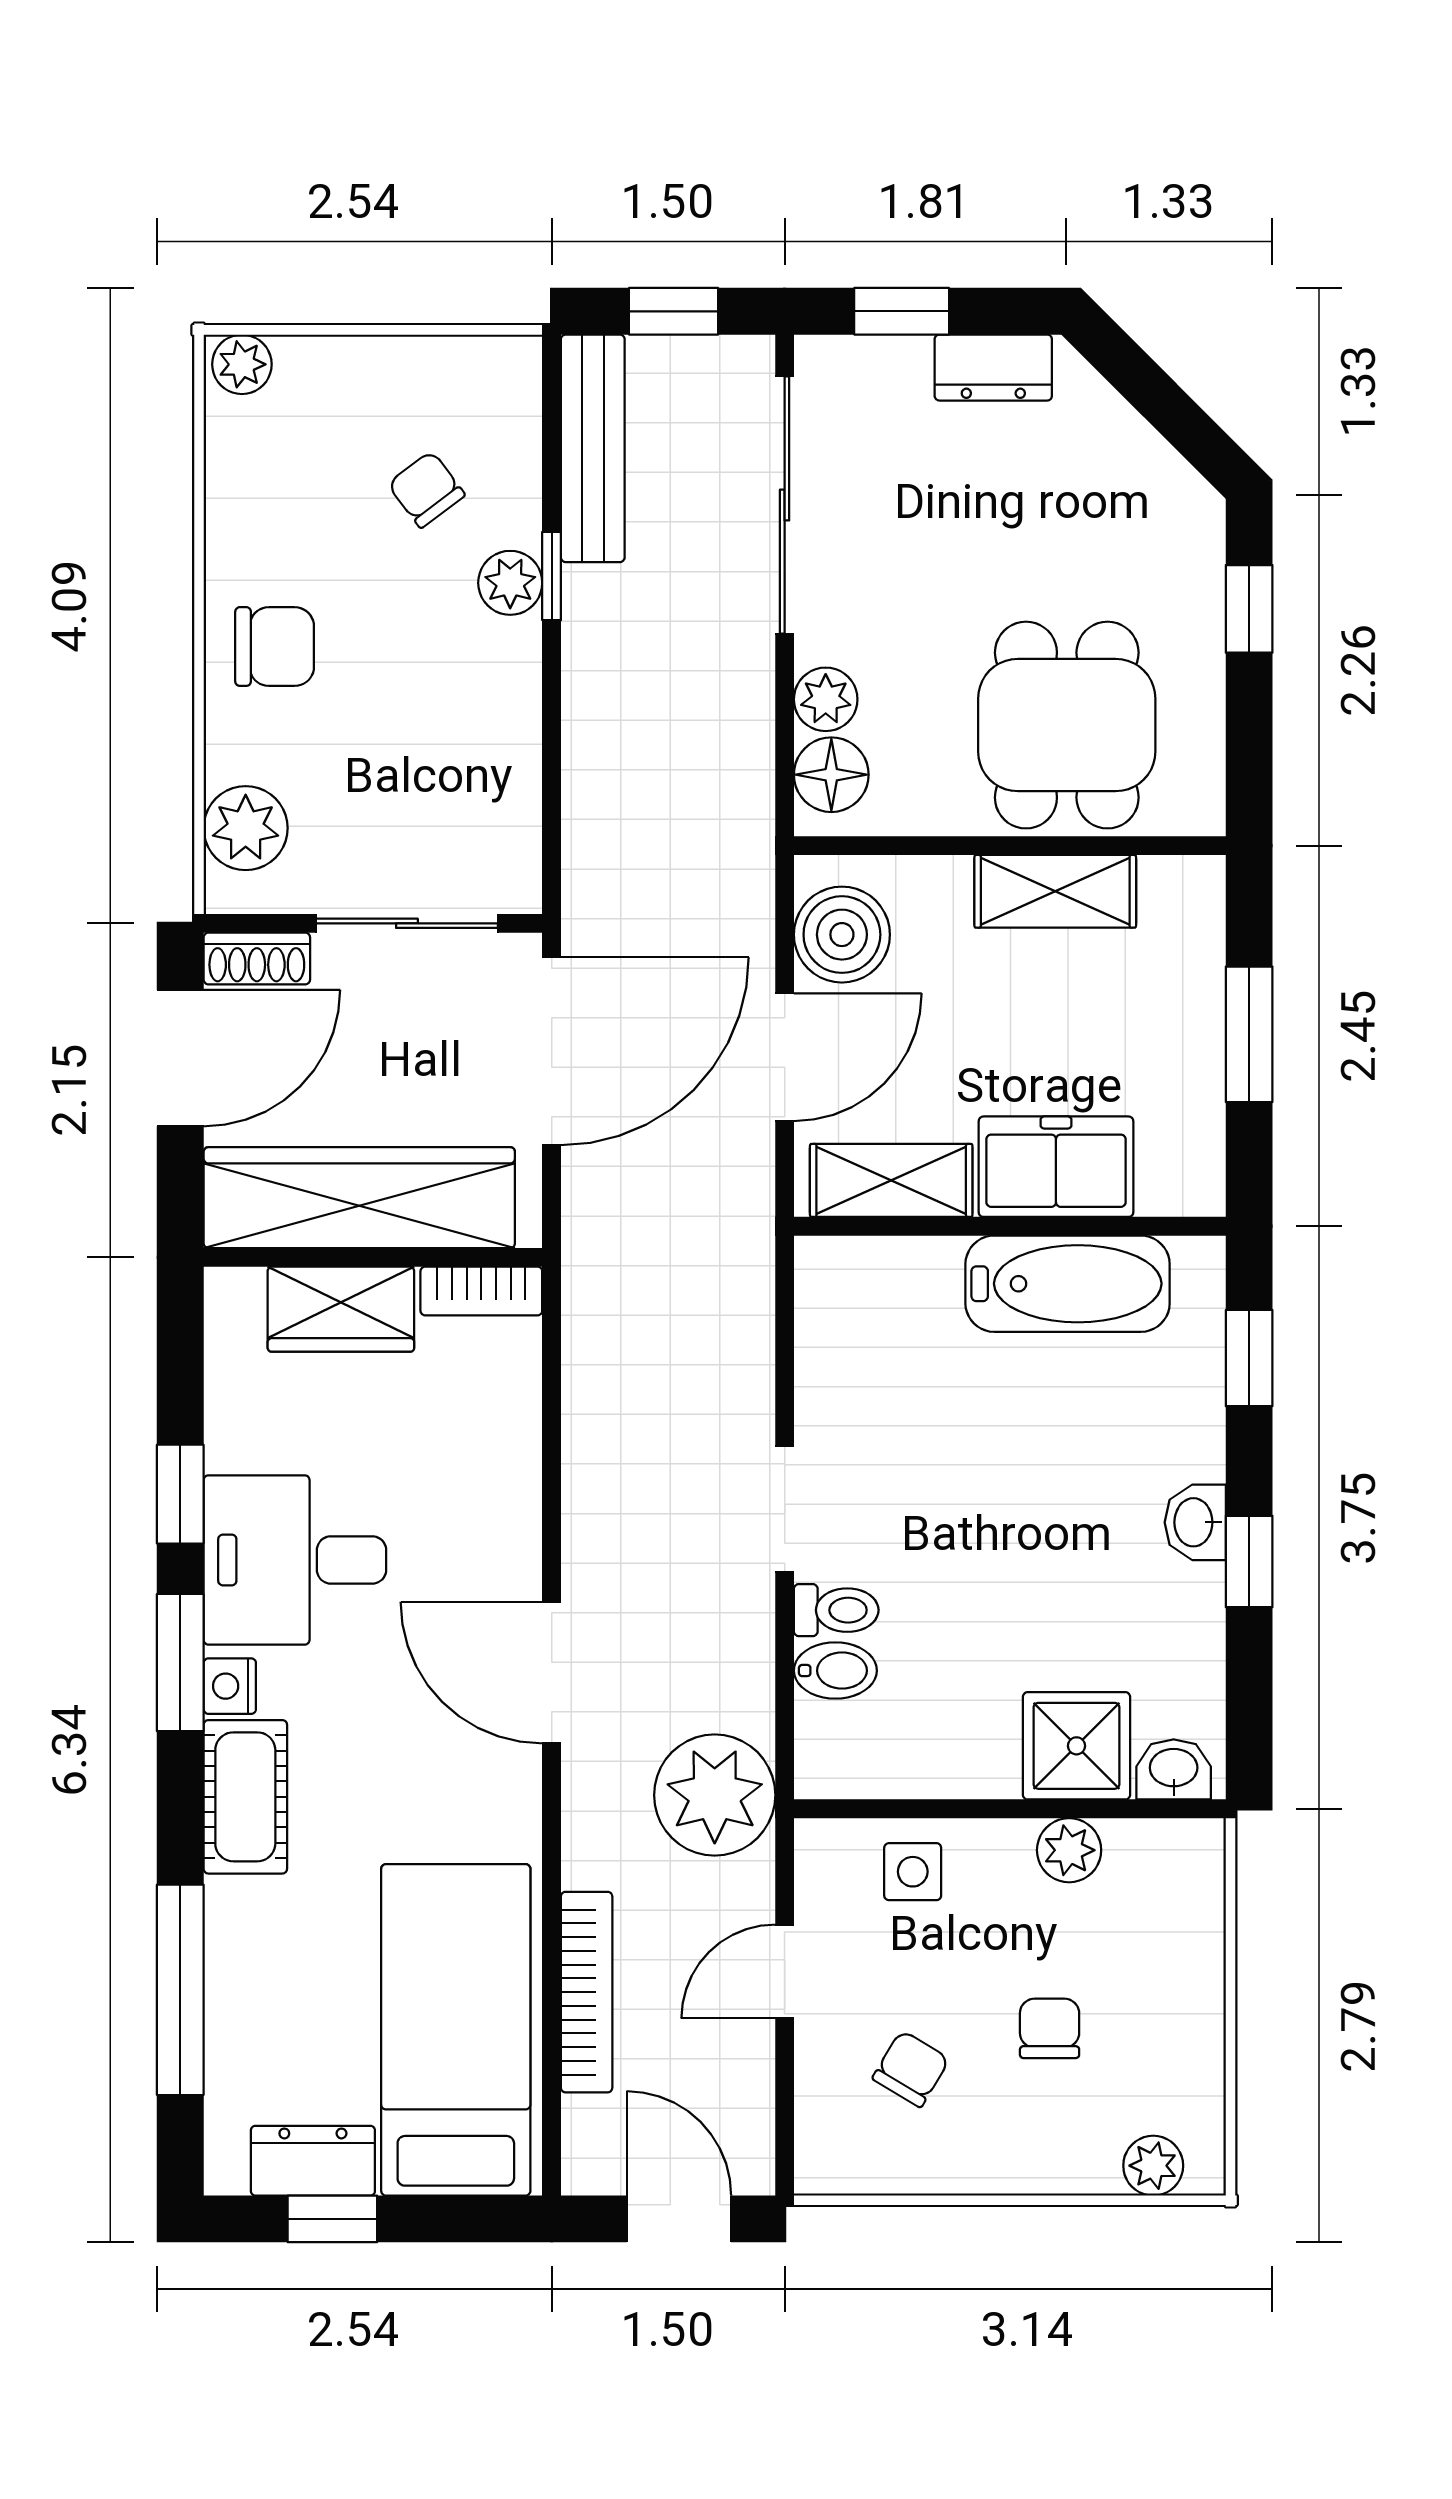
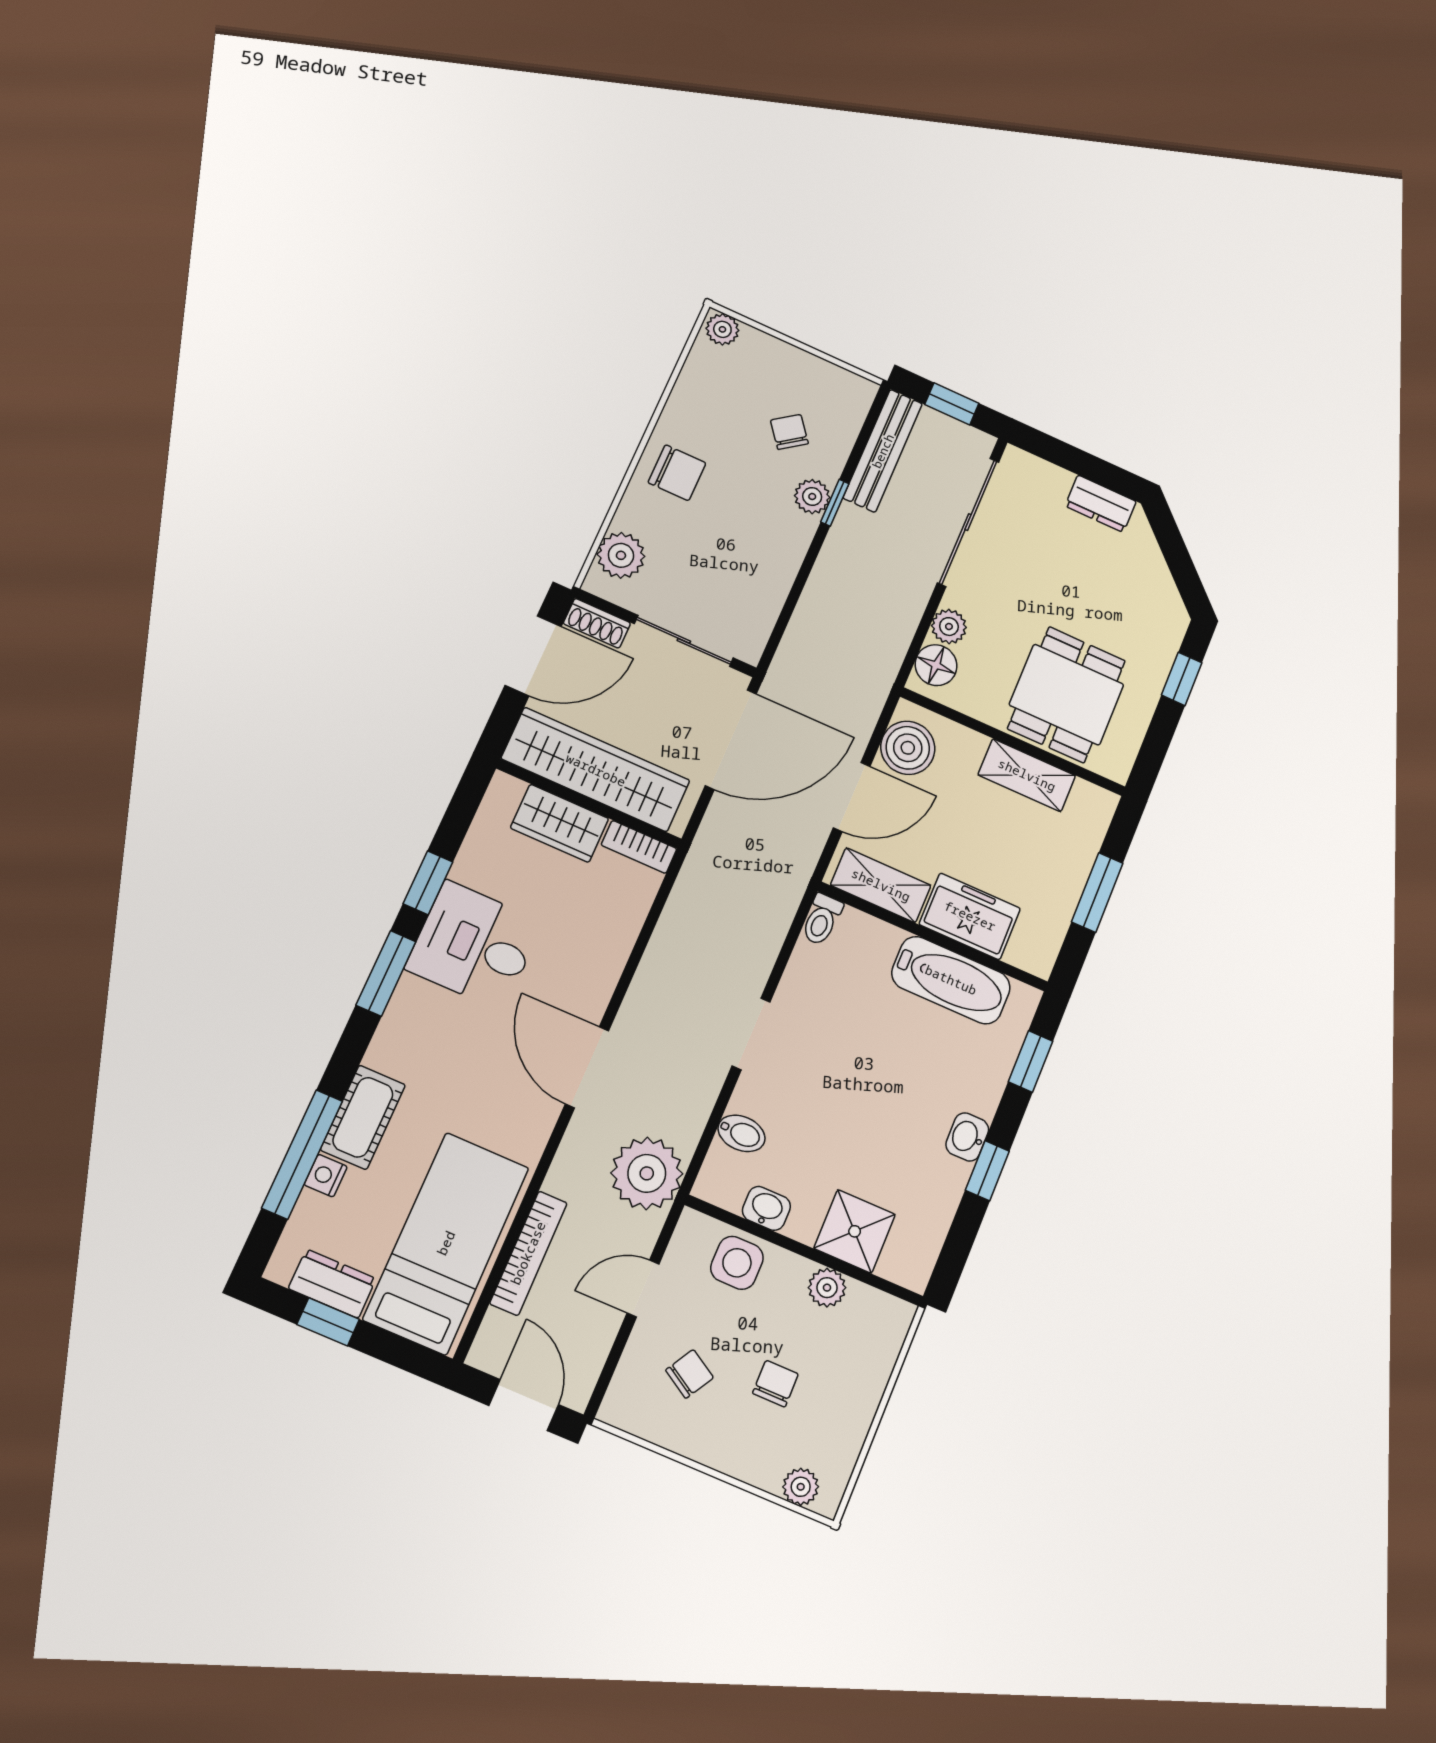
window: (902, 311) -> (1066, 456), removed
toilet: (836, 1610) -> (822, 919), moved, turned 90
nightstand: (230, 1686) -> (326, 1176), moved
washbasin: (1174, 1769) -> (766, 1208), moved
cot: (245, 1797) -> (363, 1117), moved
side table: (913, 1872) -> (737, 1263), width x1.37, depth x1.37

